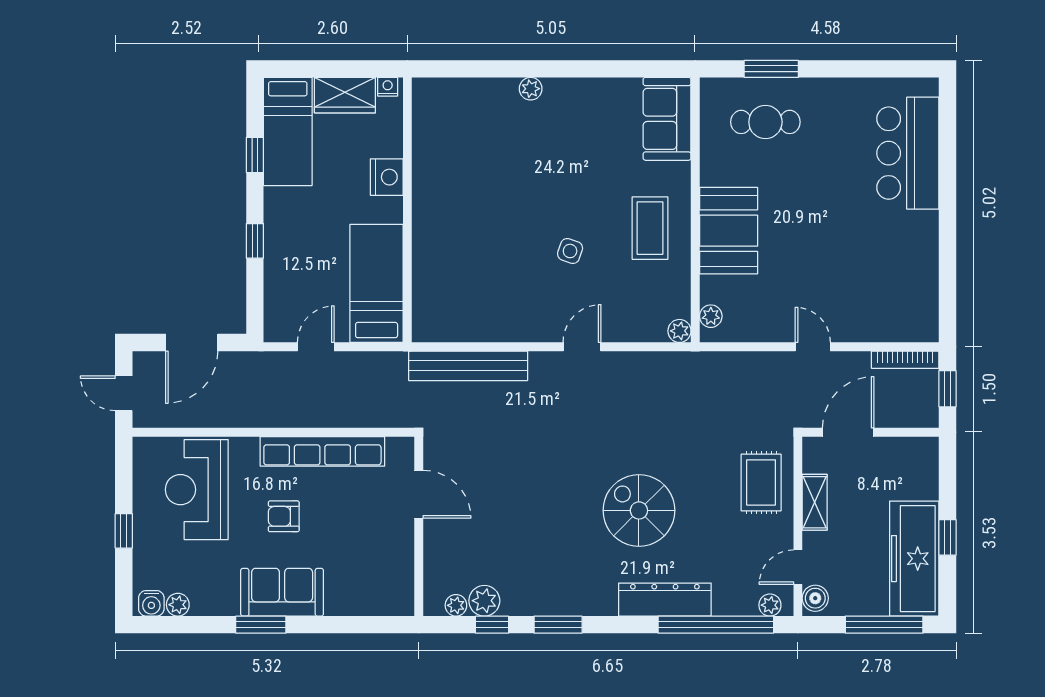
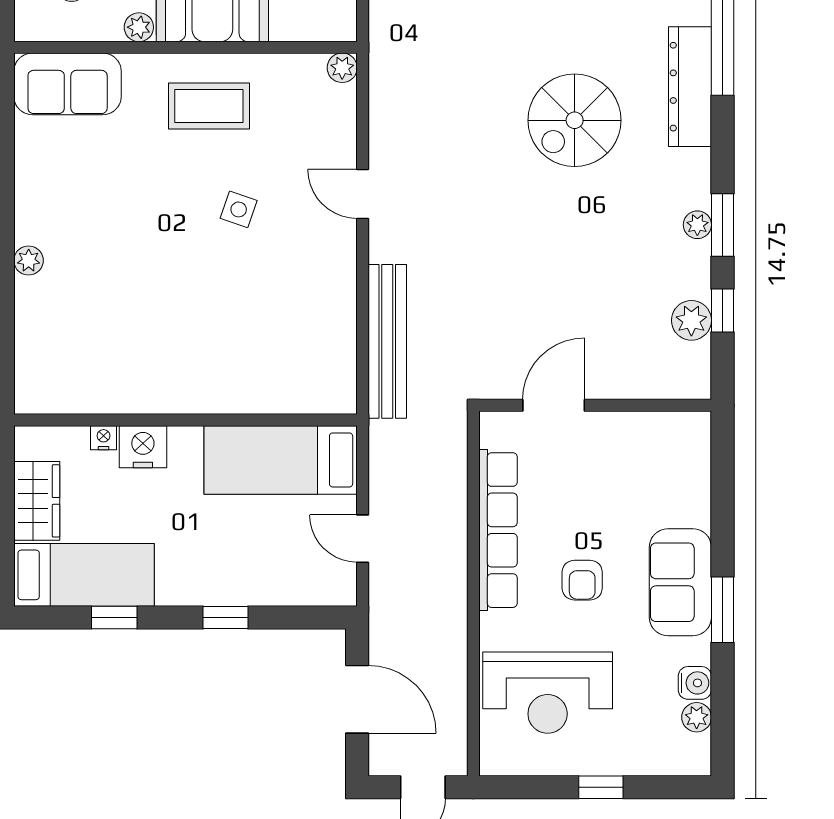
nightstand: (388, 87) -> (104, 438), moved, turned 90
plant: (711, 316) -> (139, 27), moved
water cooler: (151, 603) -> (695, 683), moved
plant: (456, 605) -> (697, 225), moved

